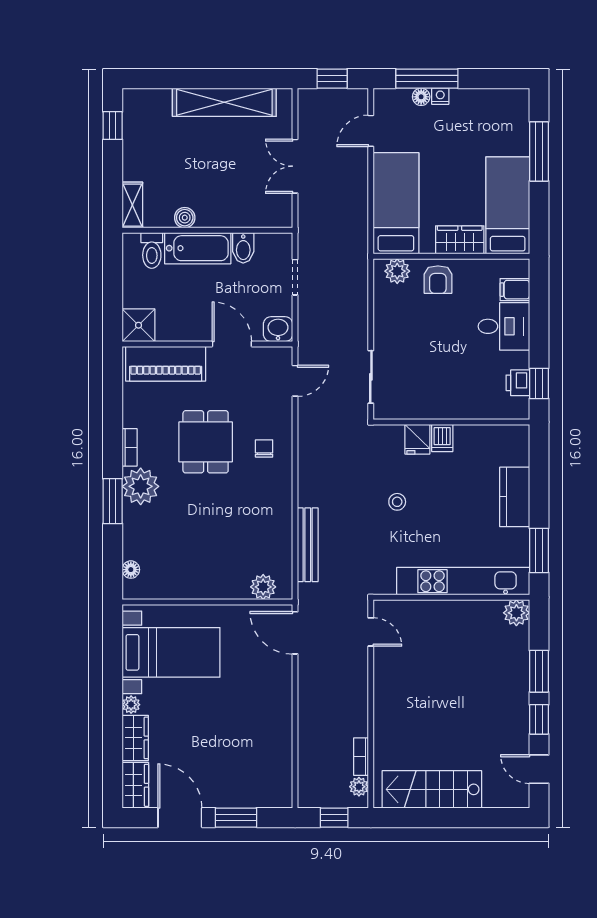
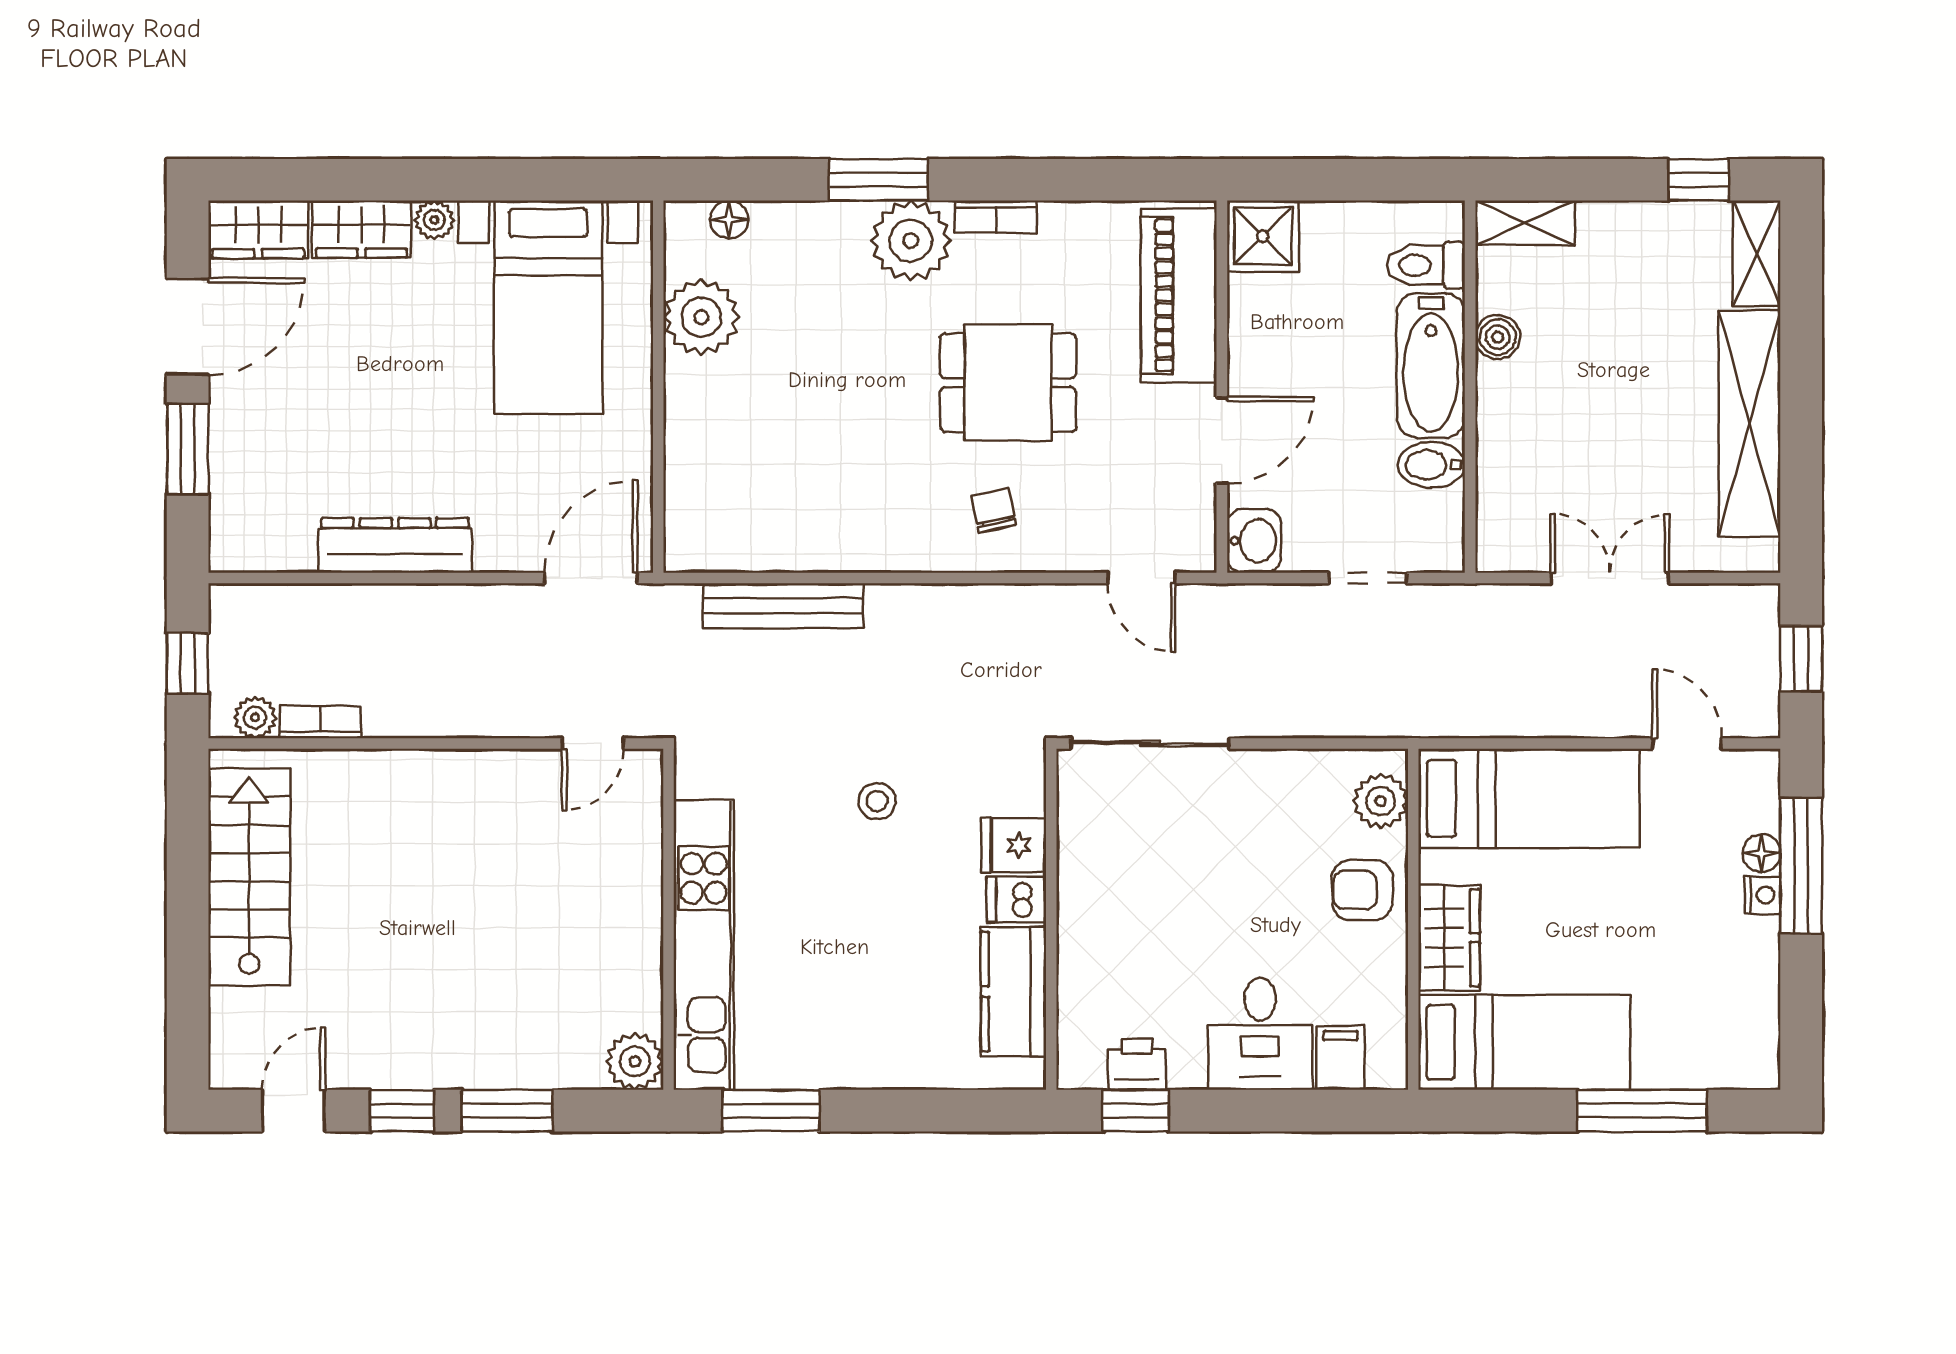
shelving: (146, 99) -> (1757, 253), added
sliding door: (371, 377) -> (1150, 743), width x1.37
chair: (264, 448) -> (994, 510), turned -102
kitchen counter: (515, 497) -> (1014, 992), moved, turned -90
plant: (263, 587) -> (701, 317), moved, width x1.36, depth x1.36
dresser: (280, 723) -> (395, 545), added

